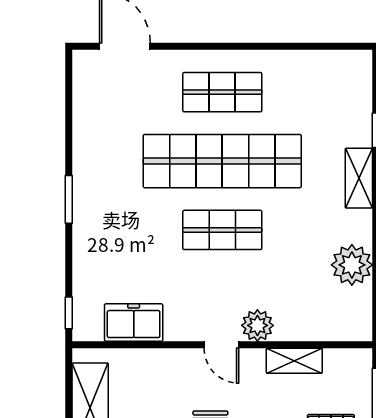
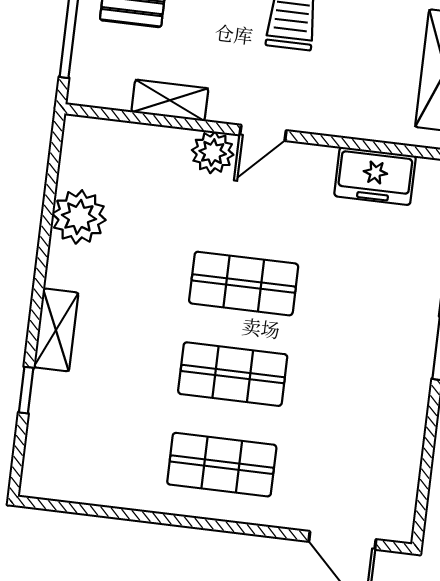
shop shelf: (222, 161) -> (233, 374), width x0.50, depth x0.74
door: (221, 345) -> (263, 133), swing flipped

